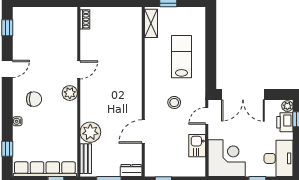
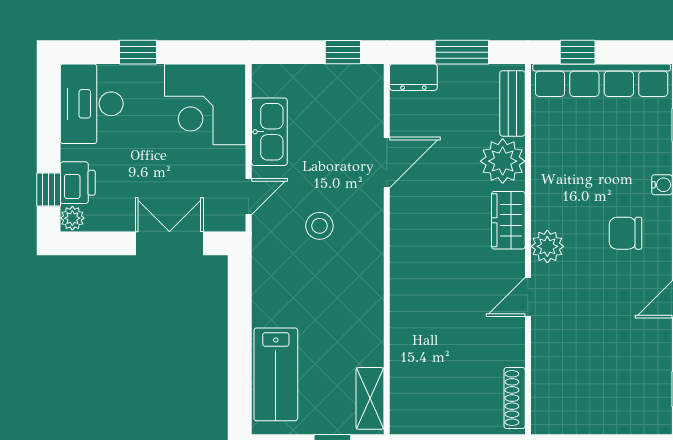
shoe rack: (85, 19) -> (515, 398), width x1.43
lab bench: (182, 57) -> (276, 374), moved
double door: (243, 94) -> (169, 243), width x0.73
wardrobe: (88, 105) -> (508, 220), added
kitchen sink: (197, 146) -> (269, 132), width x1.38

